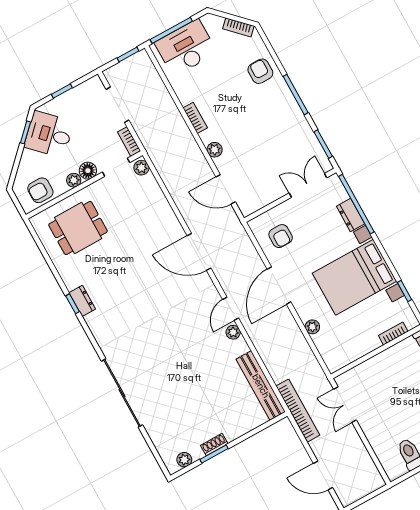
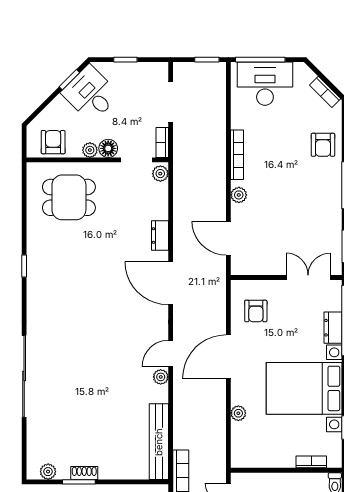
armchair: (260, 71) -> (323, 145), turned 180
bookcase: (195, 118) -> (237, 155), width x1.56
armchair: (40, 190) -> (53, 142), turned 90
dresser: (82, 301) -> (160, 236), moved, turned 180

